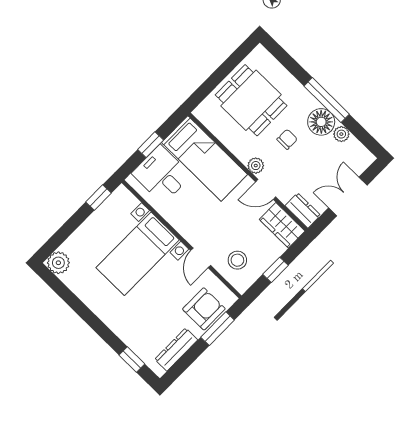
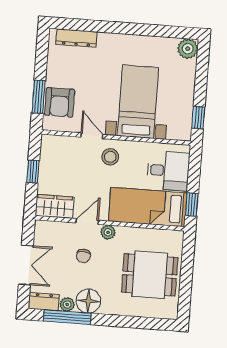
window: (327, 100) -> (67, 317), moved
chair: (287, 139) -> (83, 256), moved
window: (151, 145) -> (192, 205), moved
dresser: (303, 210) -> (44, 302), moved, turned 180
stool: (237, 260) -> (110, 157), moved
dresser: (176, 350) -> (76, 38), moved, turned 90
window: (132, 359) -> (80, 25), removed

